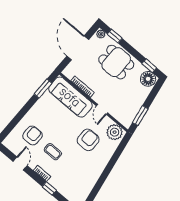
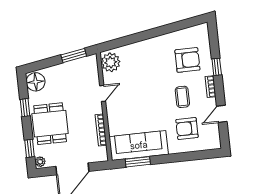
window: (149, 66) -> (25, 108), moved
sofa: (70, 97) -> (139, 145), moved, turned -90
armchair: (88, 140) -> (187, 60), moved, turned 180

